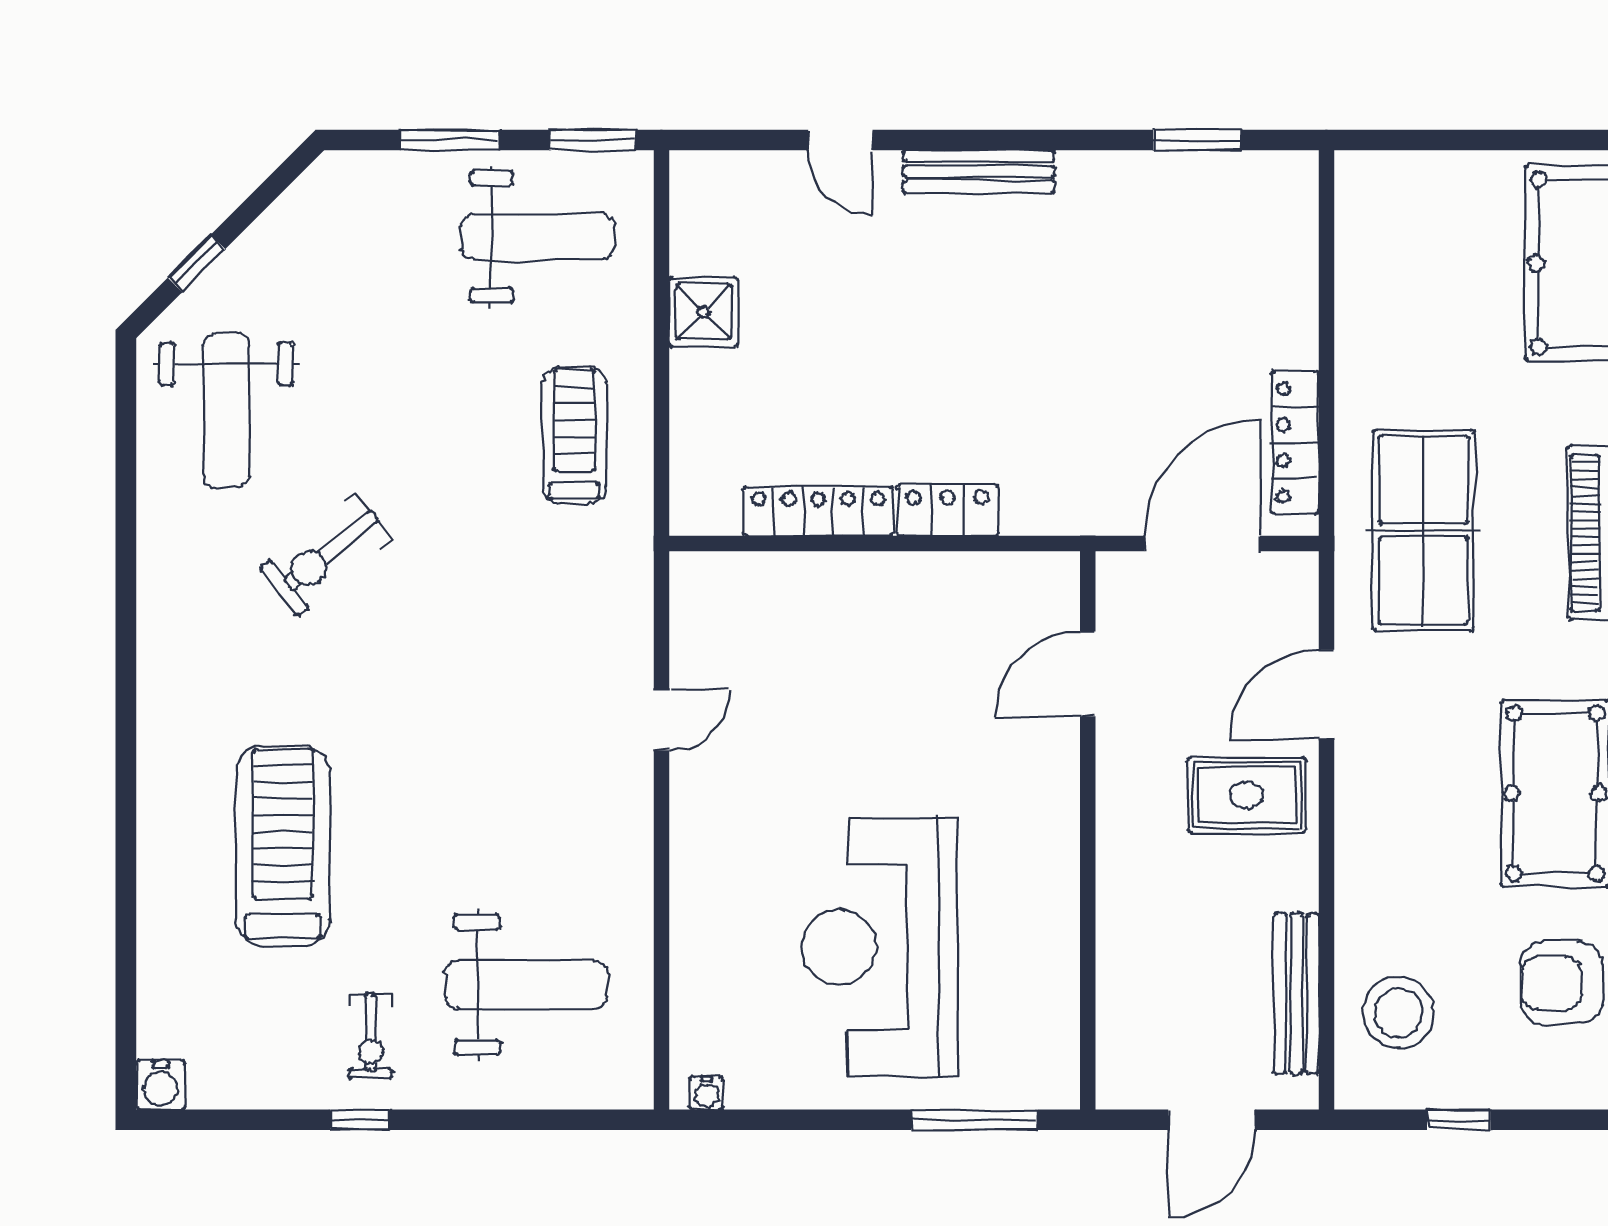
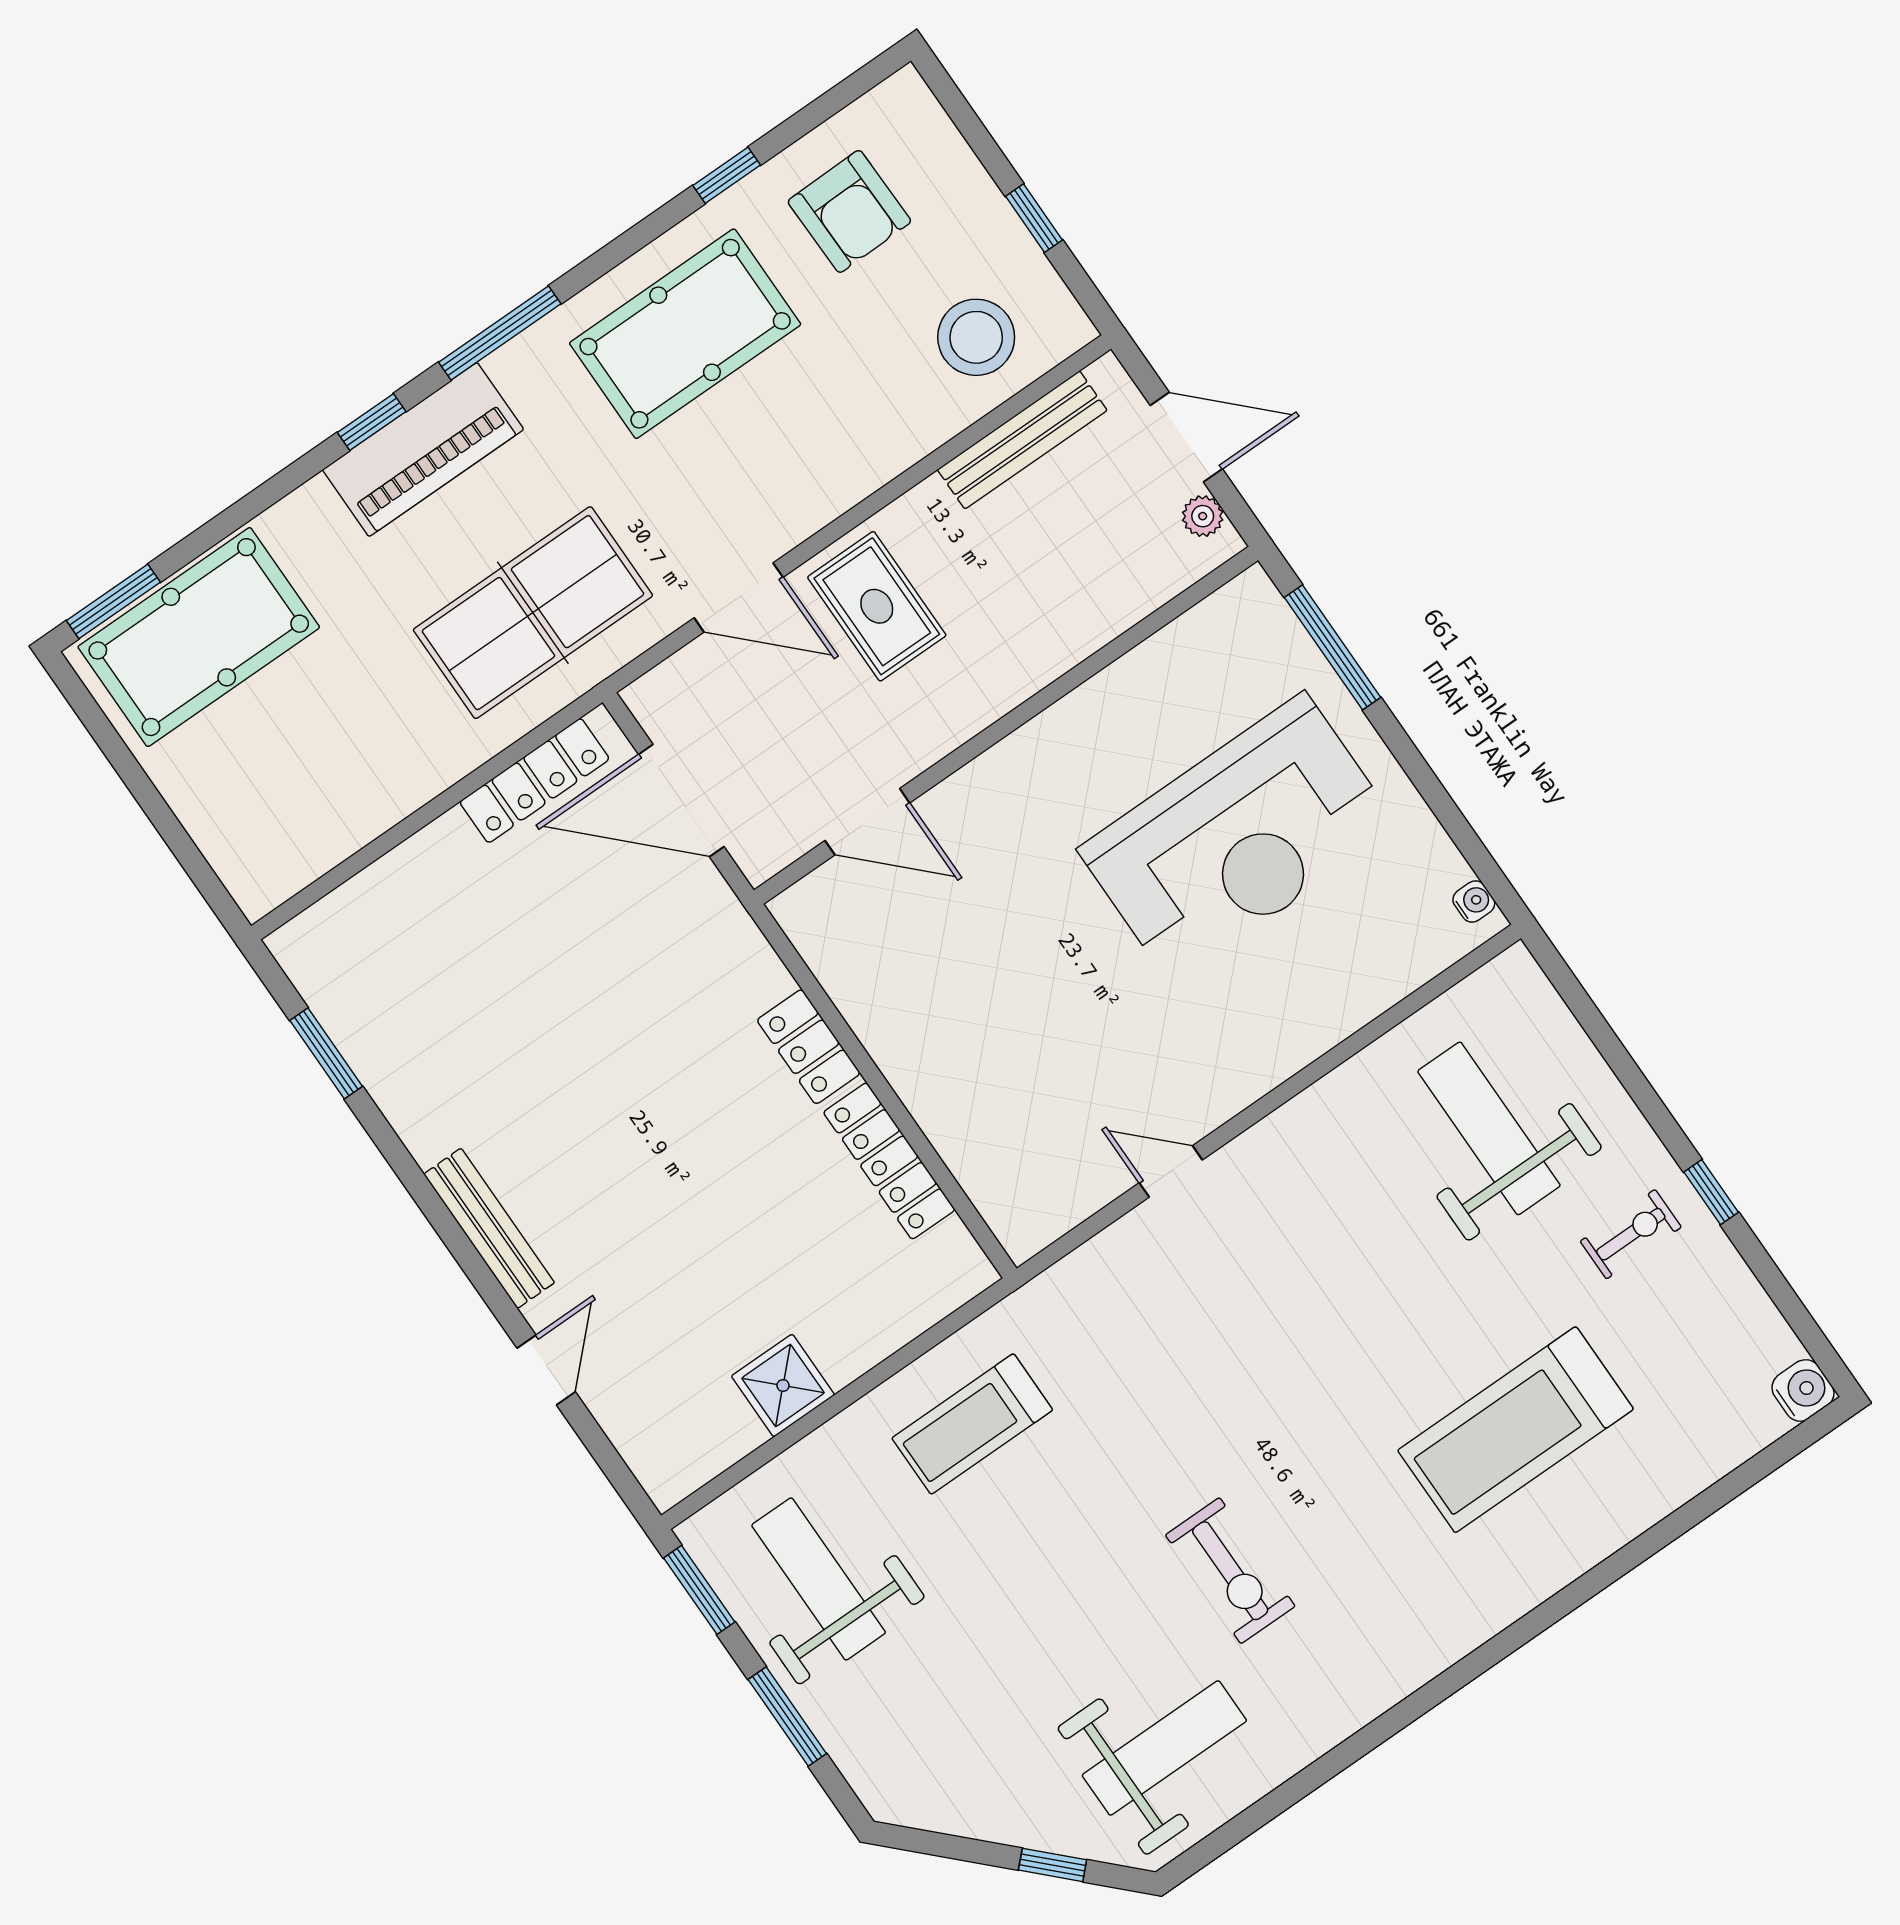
exercise bike: (326, 554) -> (1230, 1571), turned 39
plant: (1143, 1091) -> (1203, 516), added

